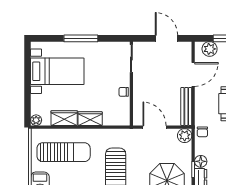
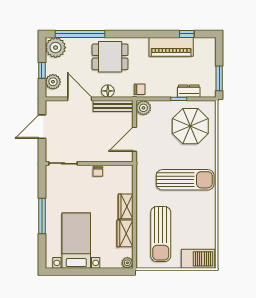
sun lounger: (64, 152) -> (161, 234), turned 180
floor lamp: (201, 161) -> (108, 91), moved

